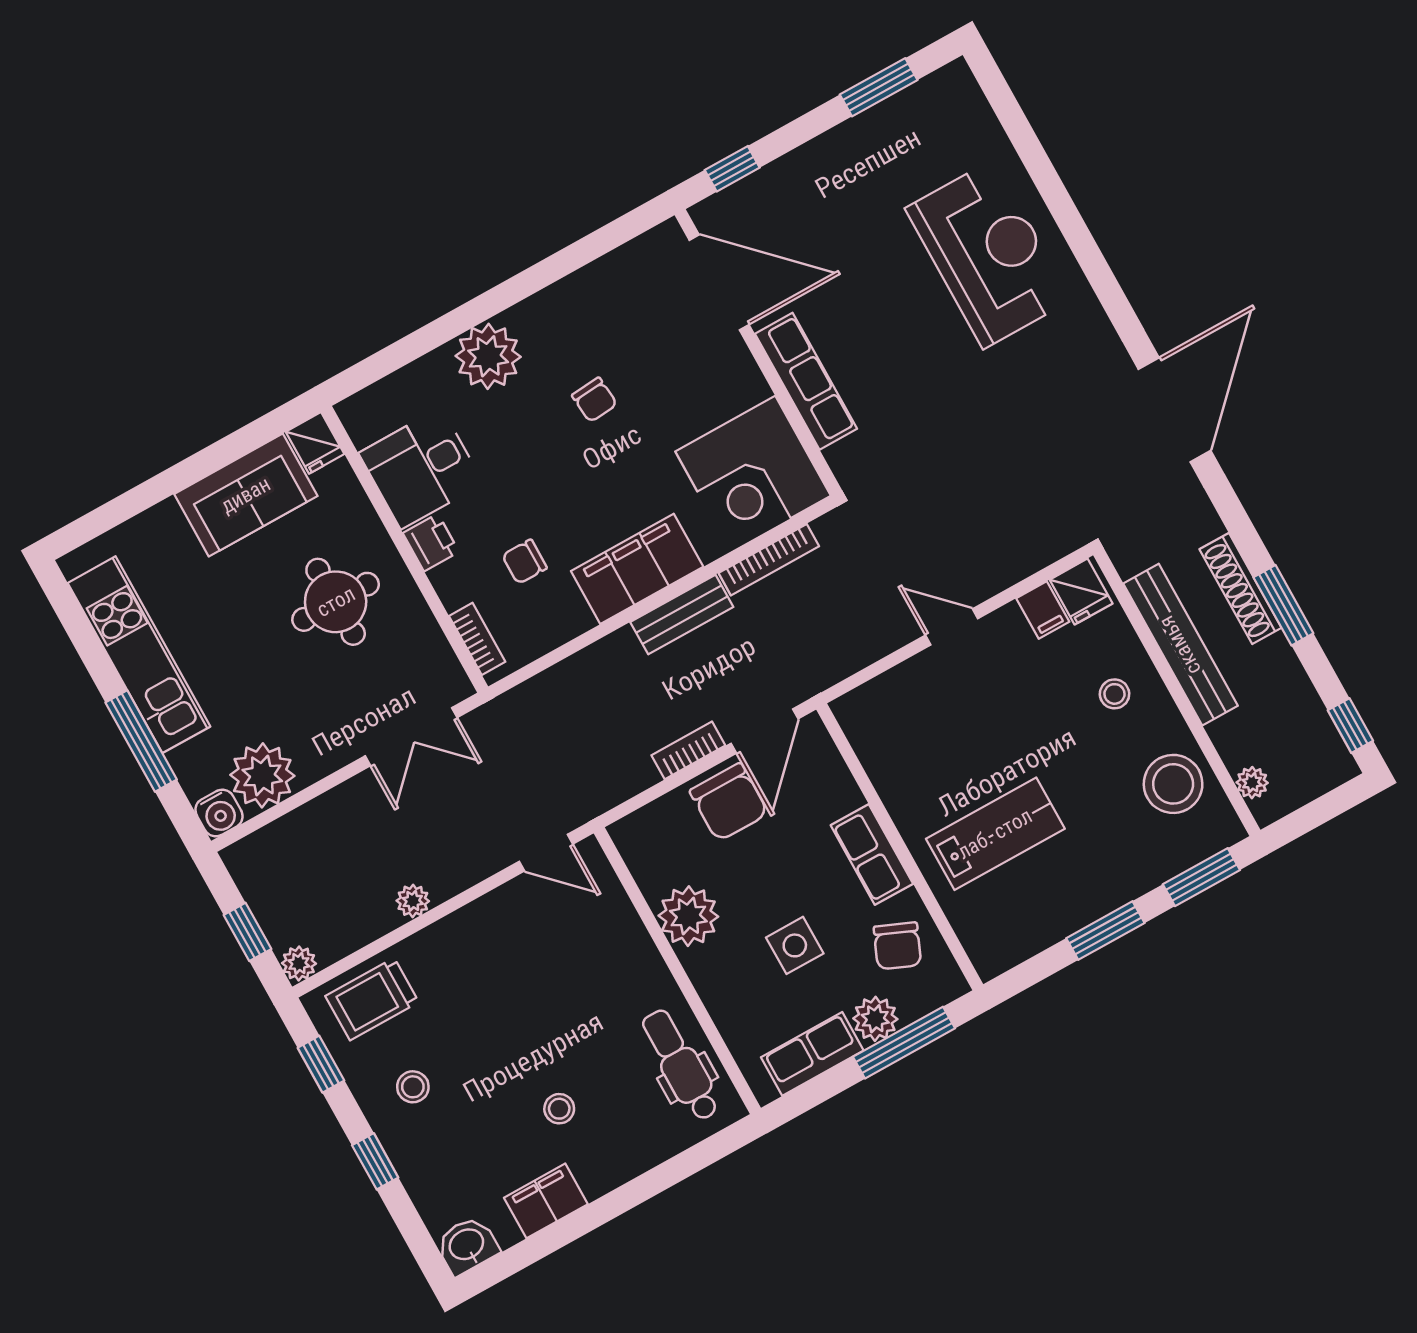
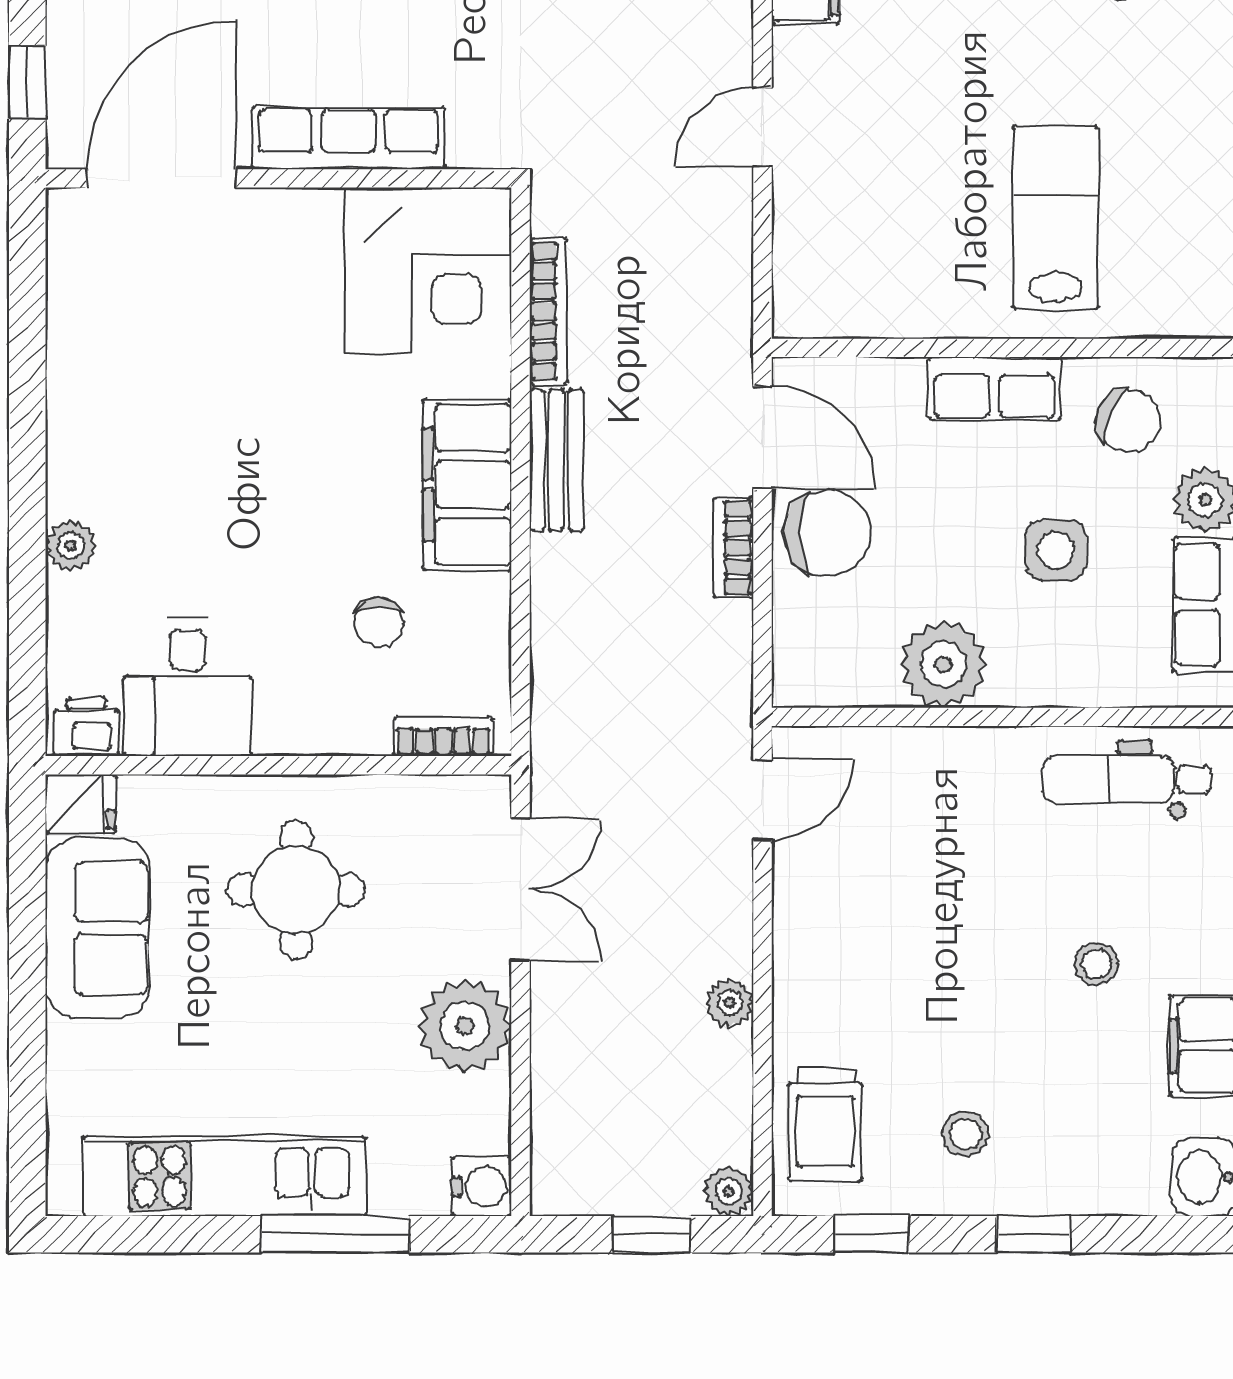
plant: (488, 356) -> (71, 546), width x0.53, depth x0.53
chair: (594, 400) -> (223, 419), removed
printer: (431, 542) -> (86, 727), moved
plant: (262, 775) -> (465, 1026), moved

